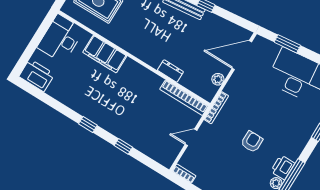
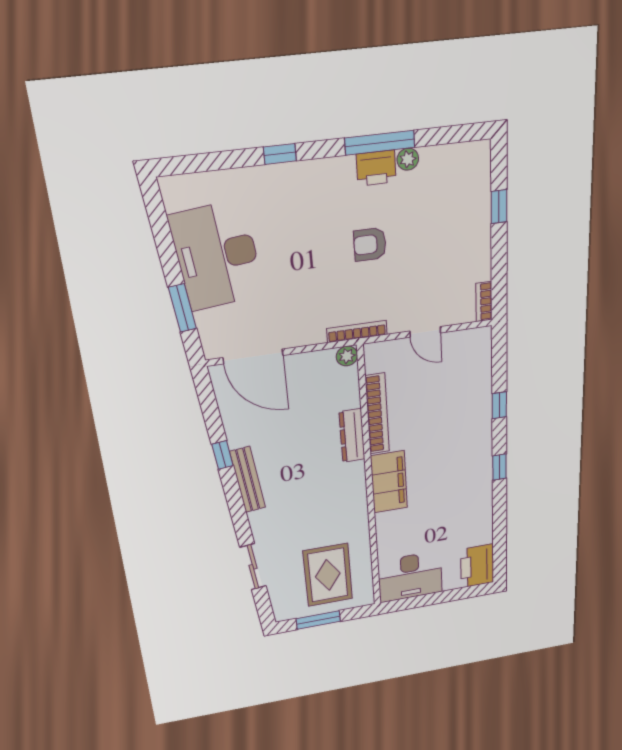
filing cabinet: (105, 54) -> (389, 482), moved
dresser: (170, 71) -> (352, 436), width x1.44
plant: (218, 79) -> (347, 356), moved
bookcase: (184, 98) -> (377, 414), moved

